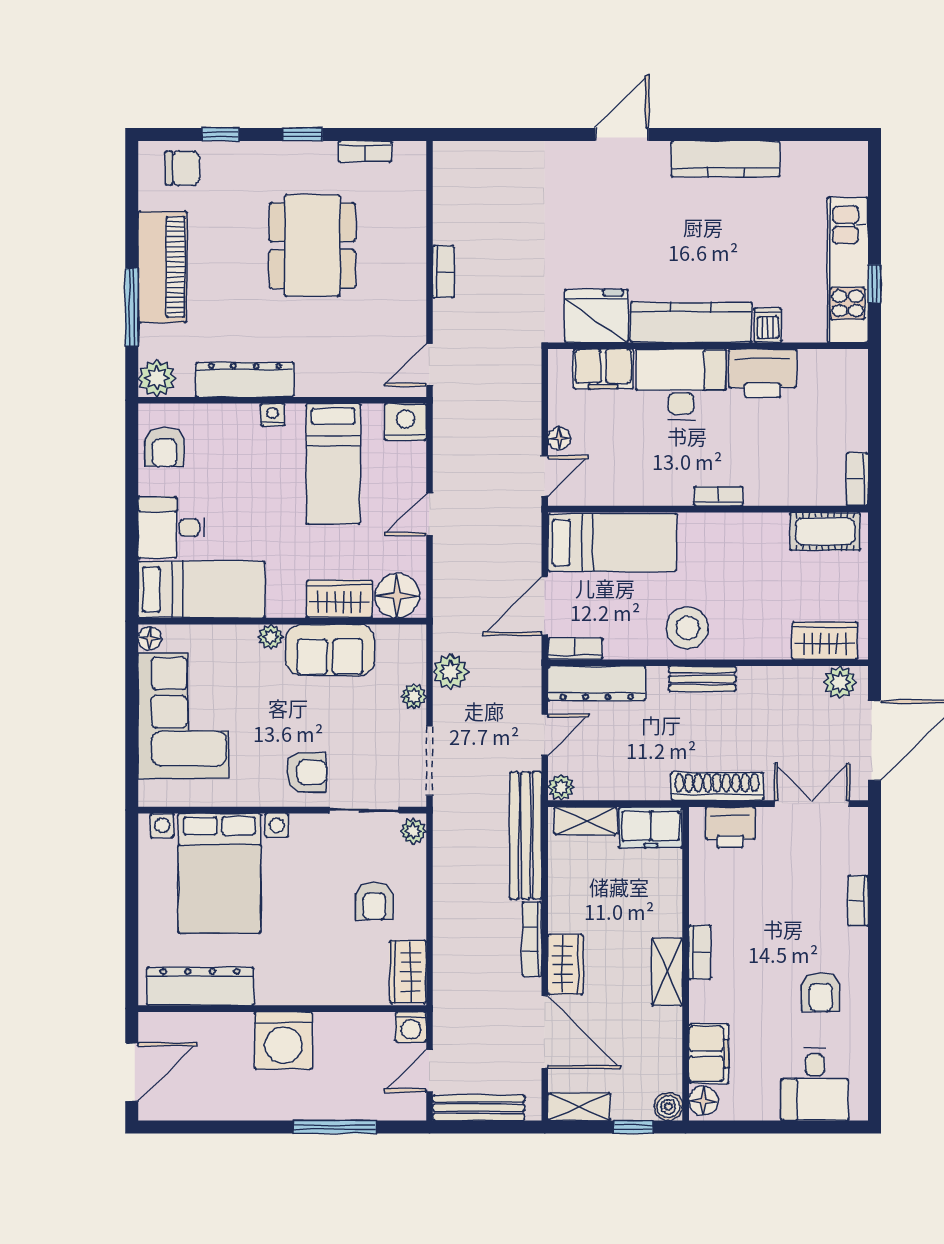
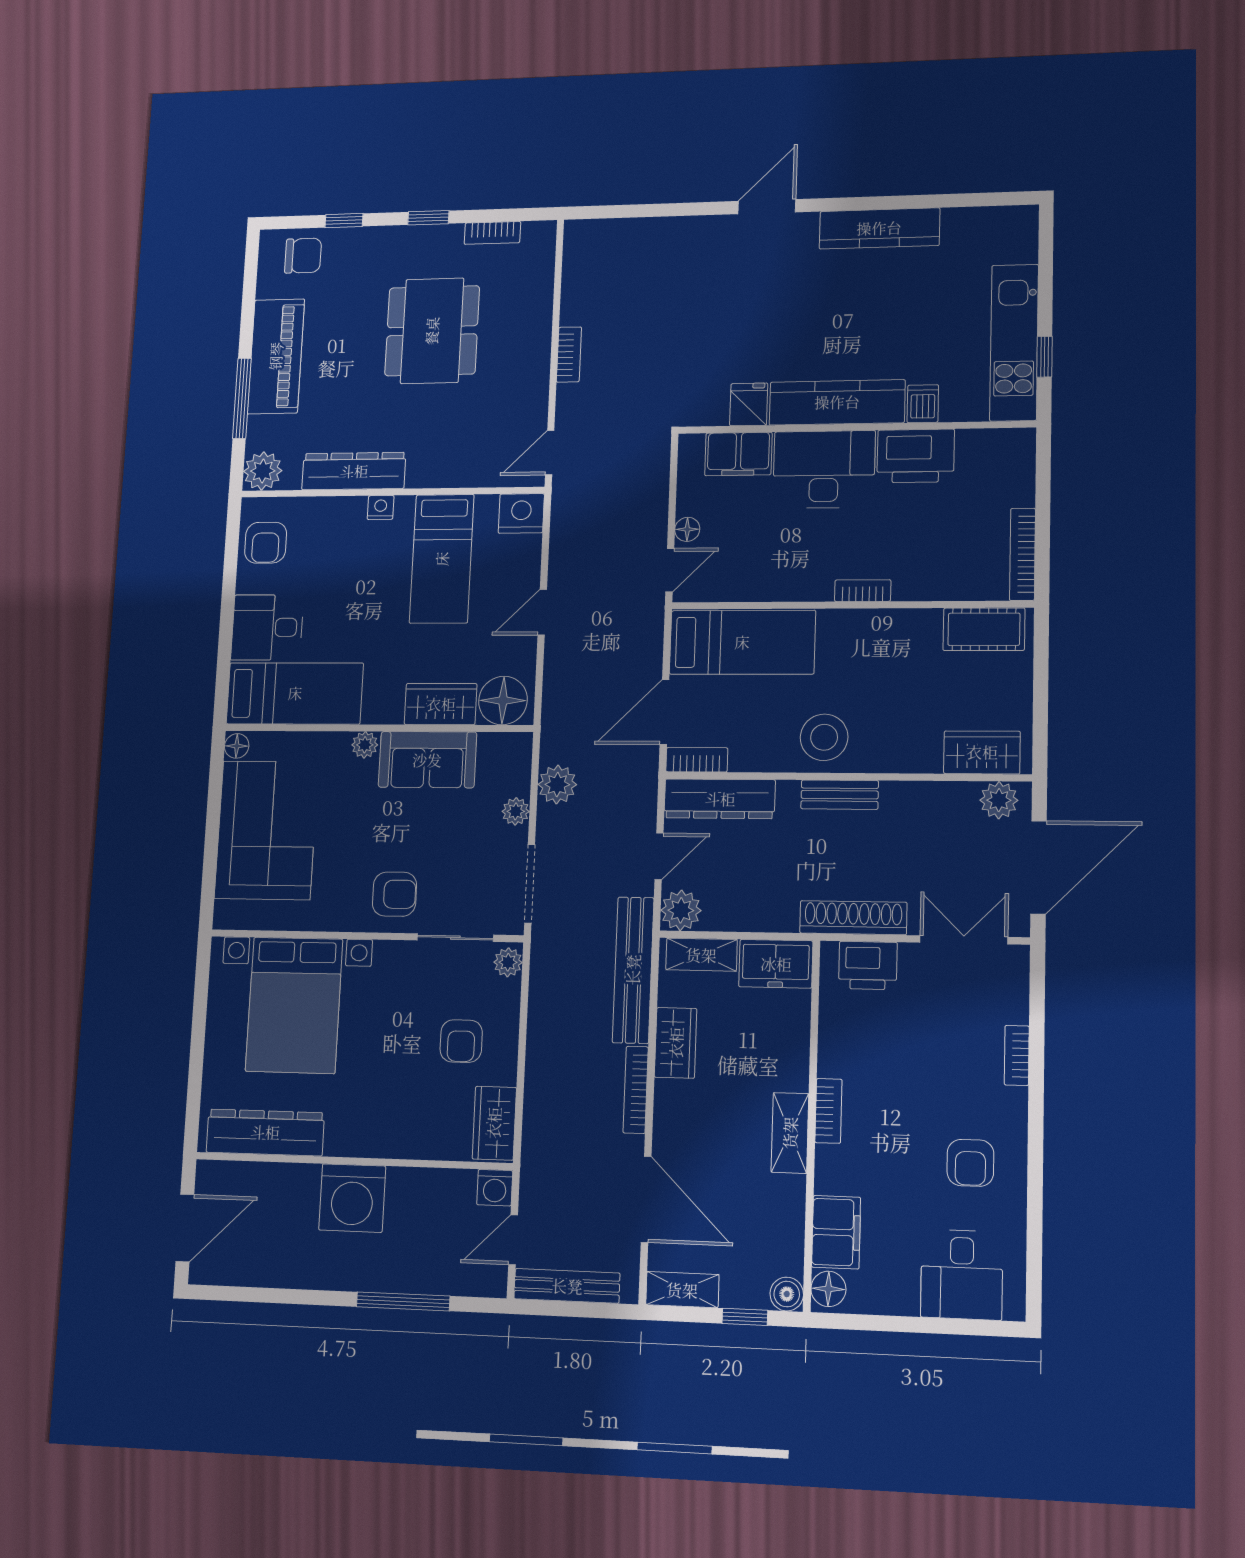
fridge: (596, 316) -> (749, 404), width x0.53, depth x0.75
bookcase: (857, 479) -> (1022, 554), width x1.56
plant: (561, 787) -> (681, 910), width x1.38, depth x1.38
wardrobe: (565, 964) -> (676, 1043), moved

